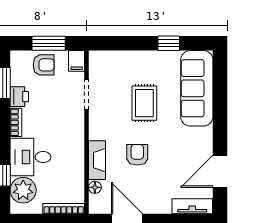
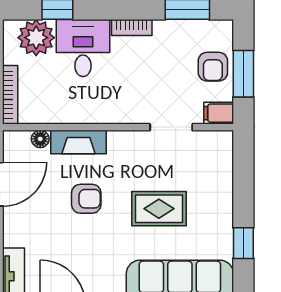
printer: (19, 97) -> (168, 32), removed

